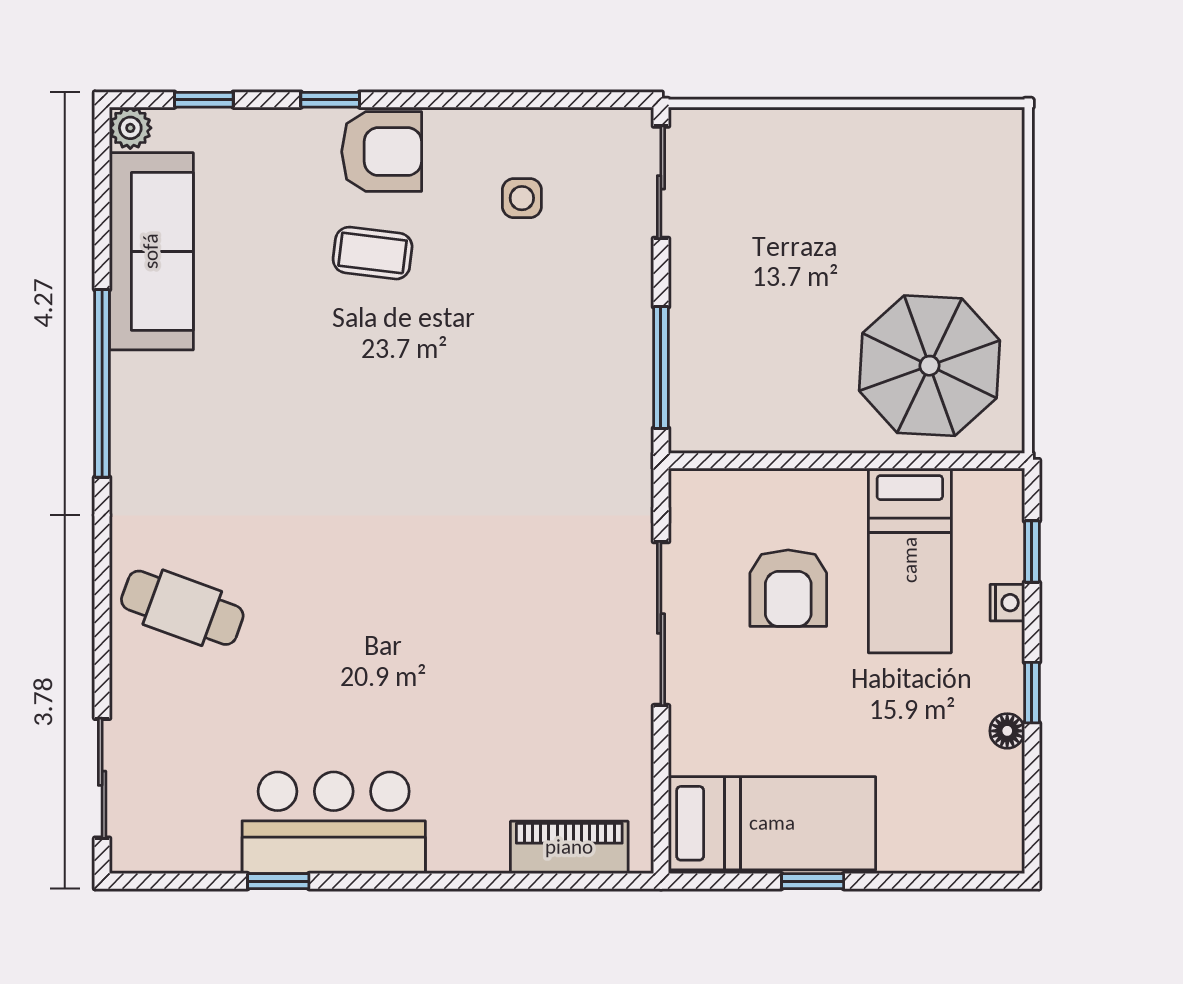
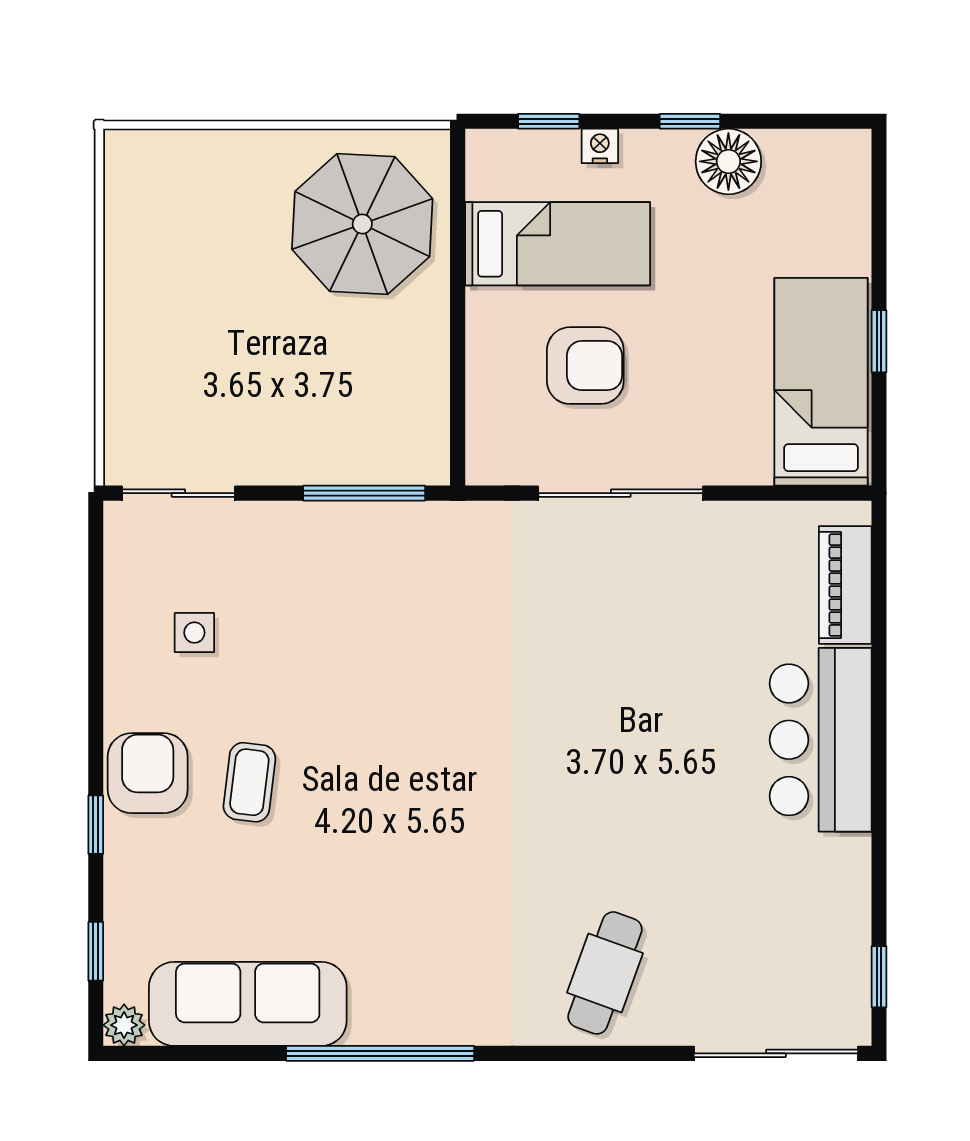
floor lamp: (1007, 731) -> (728, 161), width x1.89, depth x1.89
sliding door: (102, 778) -> (776, 1053), width x1.37
bar counter: (334, 823) -> (821, 740), moved
window: (278, 881) -> (879, 977), moved

